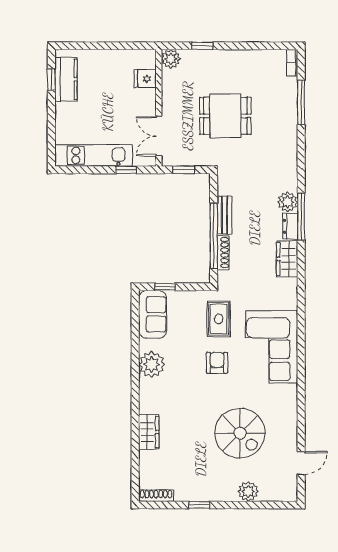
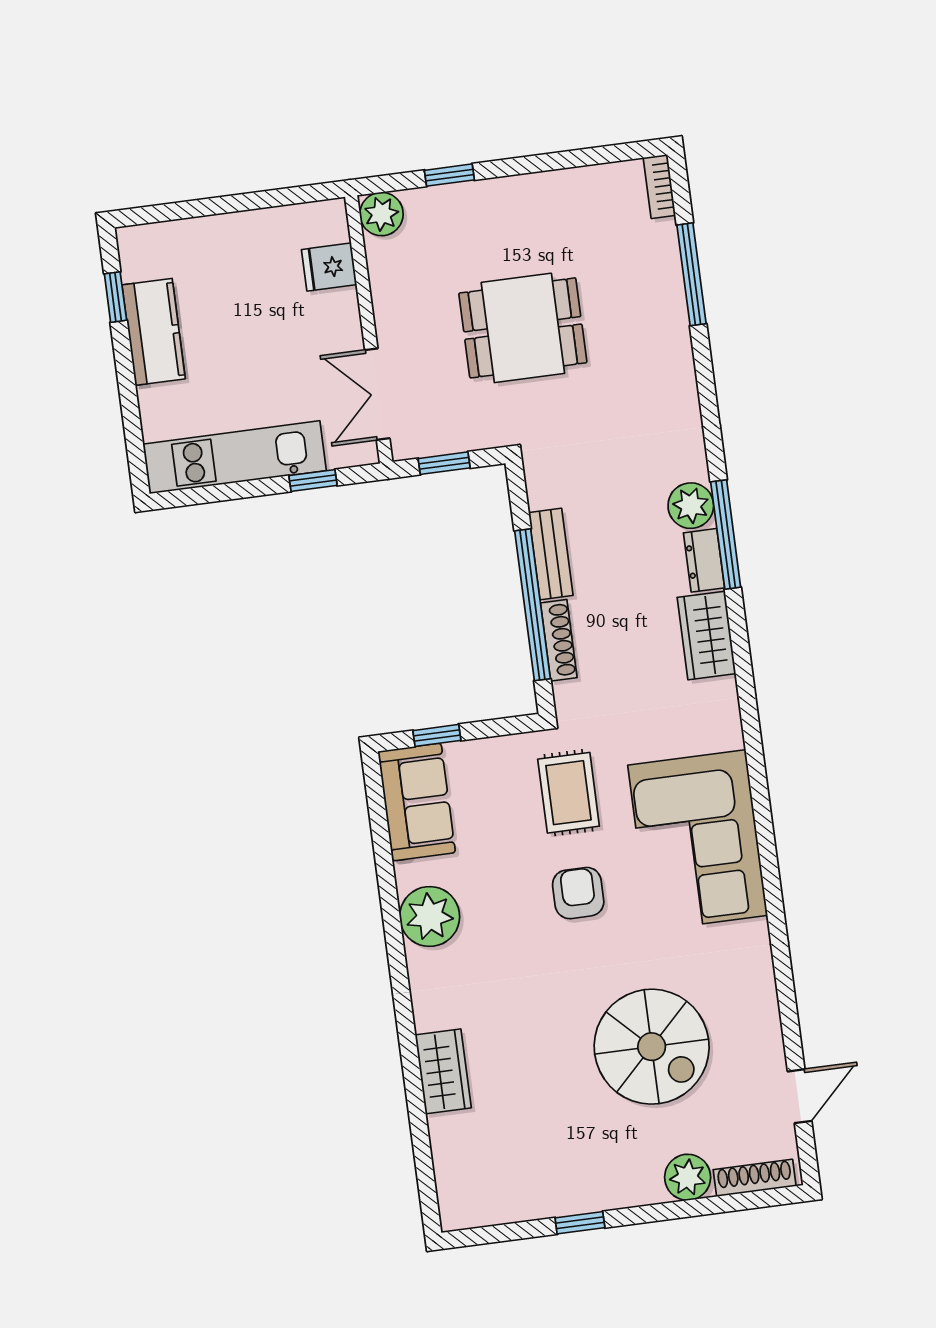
kitchen counter: (66, 79) -> (154, 332), moved
shoe rack: (156, 496) -> (755, 1178), moved

